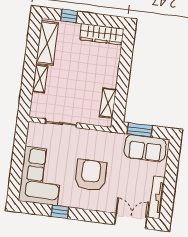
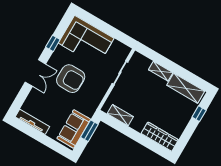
wardrobe: (102, 34) -> (160, 137), moved, turned 90
double door: (131, 221) -> (35, 73), moved

